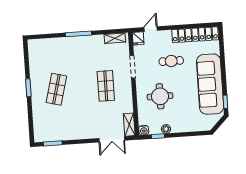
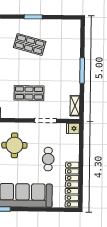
door: (151, 29) -> (81, 141), removed

